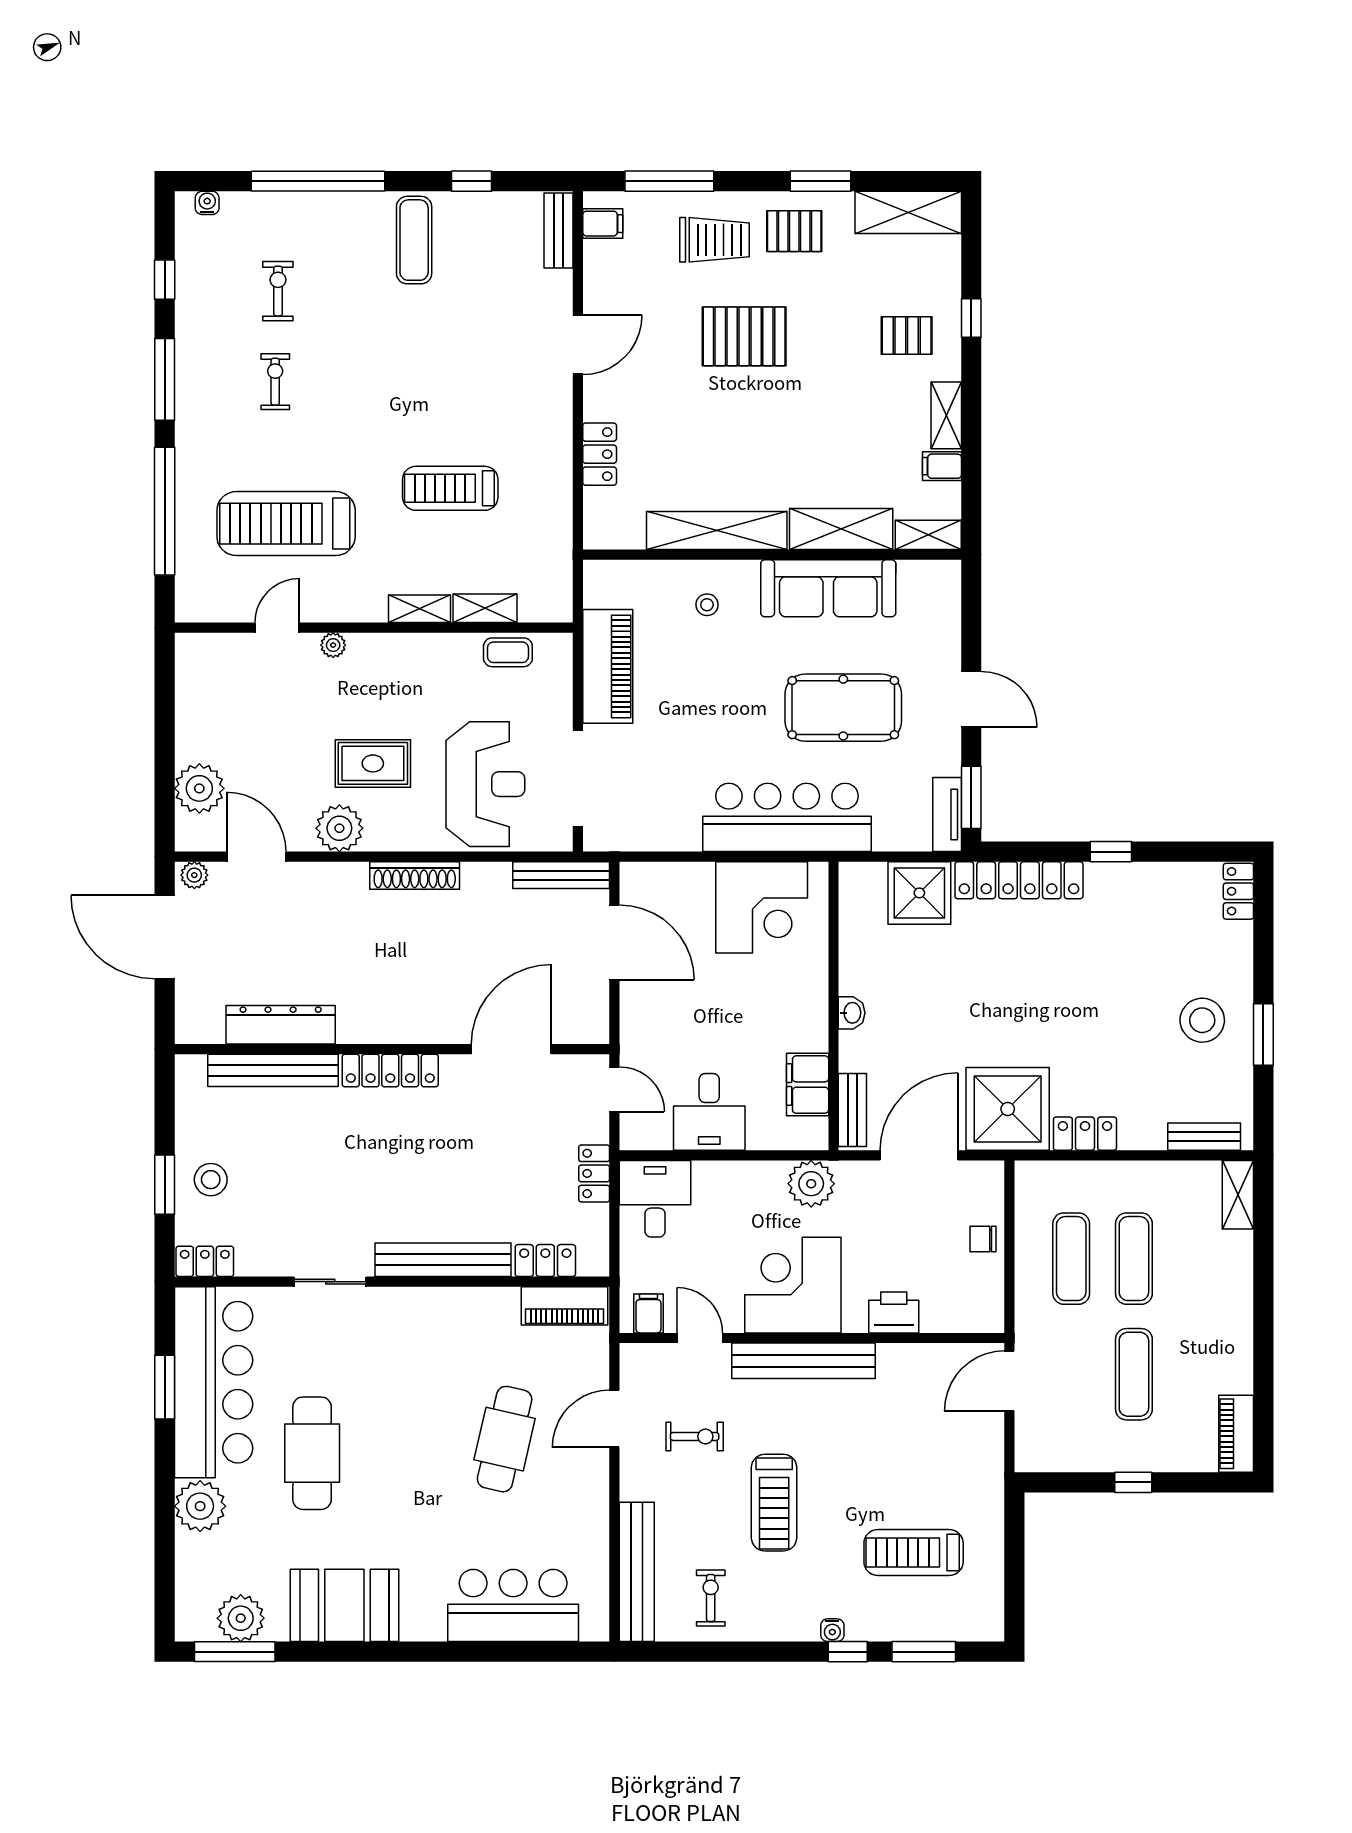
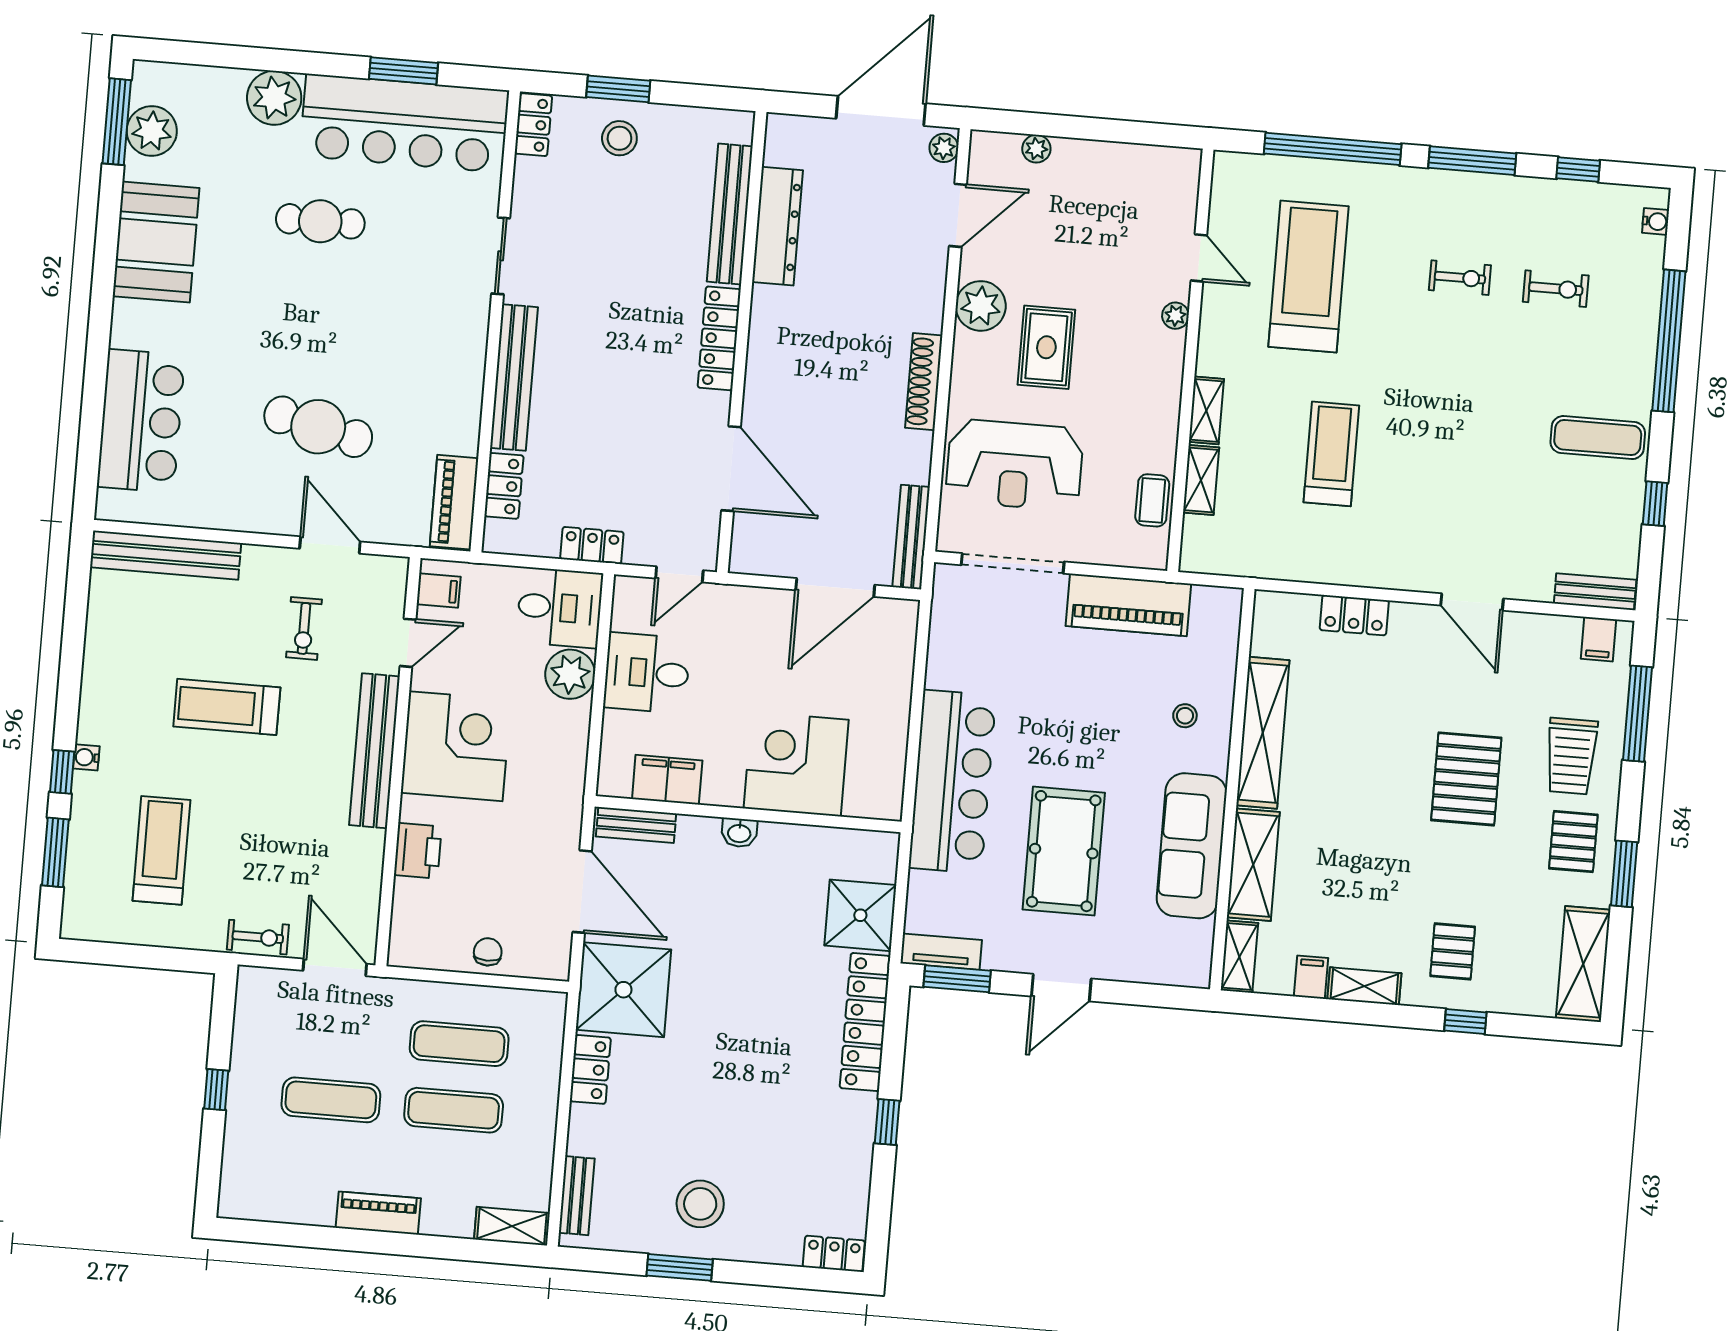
plant: (199, 788) -> (1036, 149), width x0.53, depth x0.53
corner desk: (762, 907) -> (796, 764), moved, turned 90
plant: (811, 1184) -> (570, 674), moved
piano: (1236, 1434) -> (378, 1213), moved
cafe table: (312, 1453) -> (320, 221), width x0.73, depth x0.74
exercise bike: (711, 1598) -> (258, 937), moved

